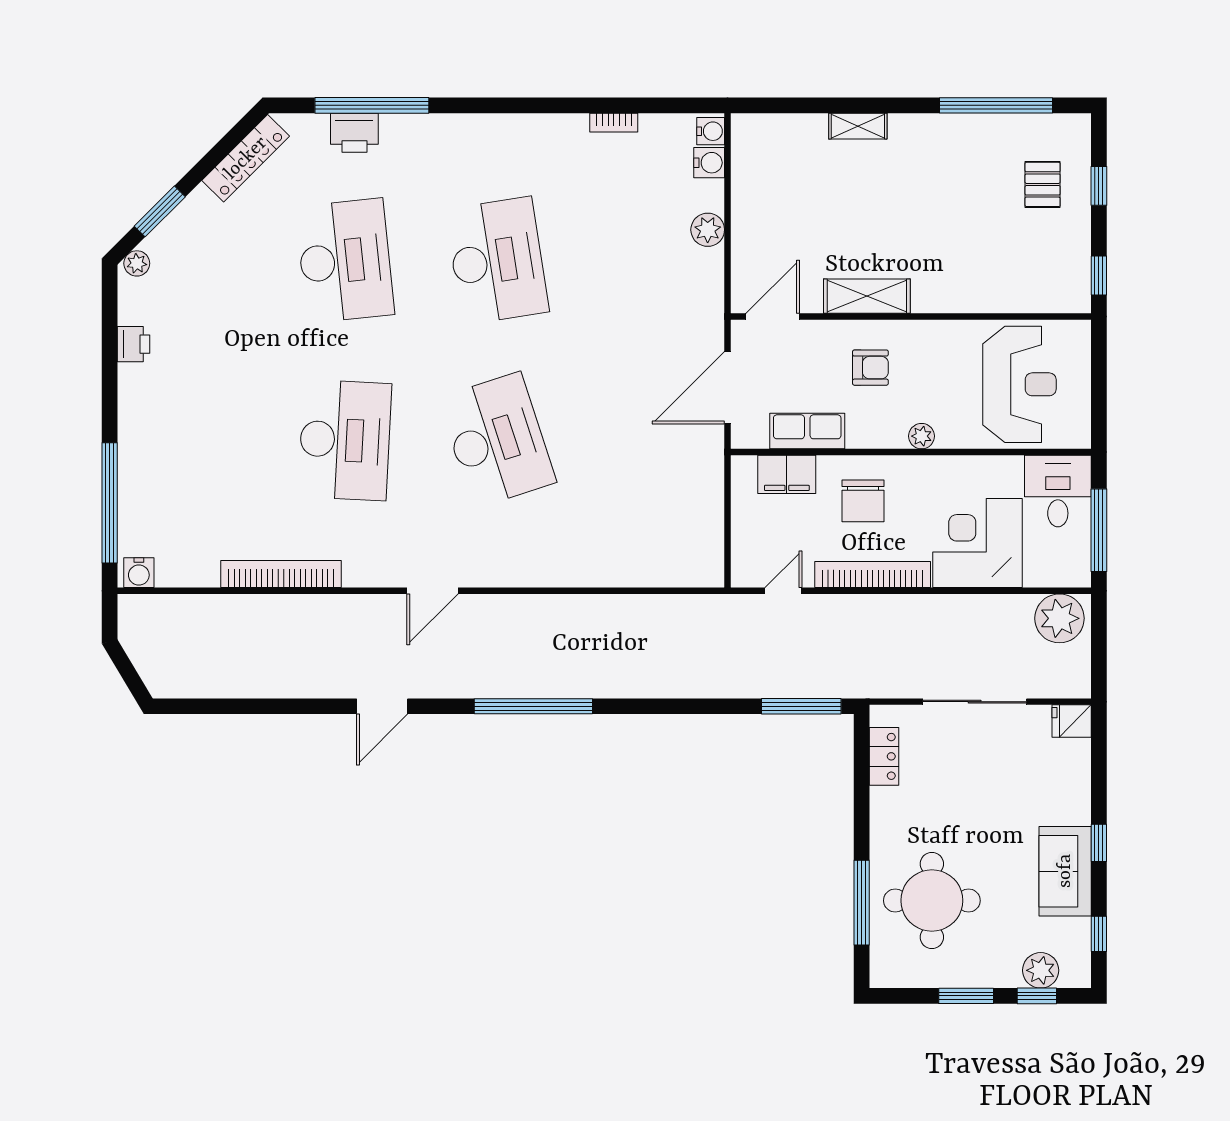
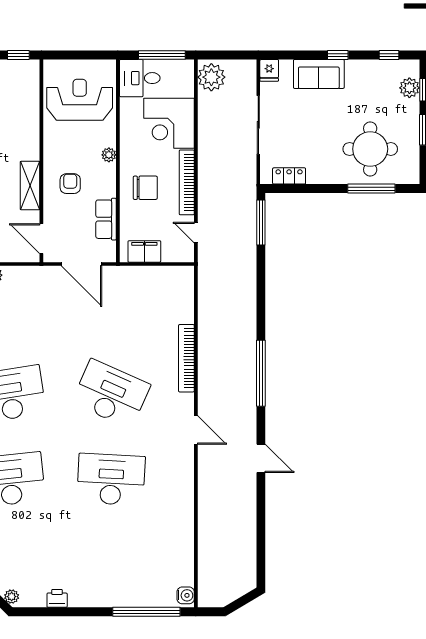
desk: (497, 440) -> (111, 394), turned 42
filing cabinet: (787, 474) -> (144, 251), moved, turned -90
bookcase: (281, 574) -> (186, 358), moved
sofa: (1065, 871) -> (319, 74), moved

